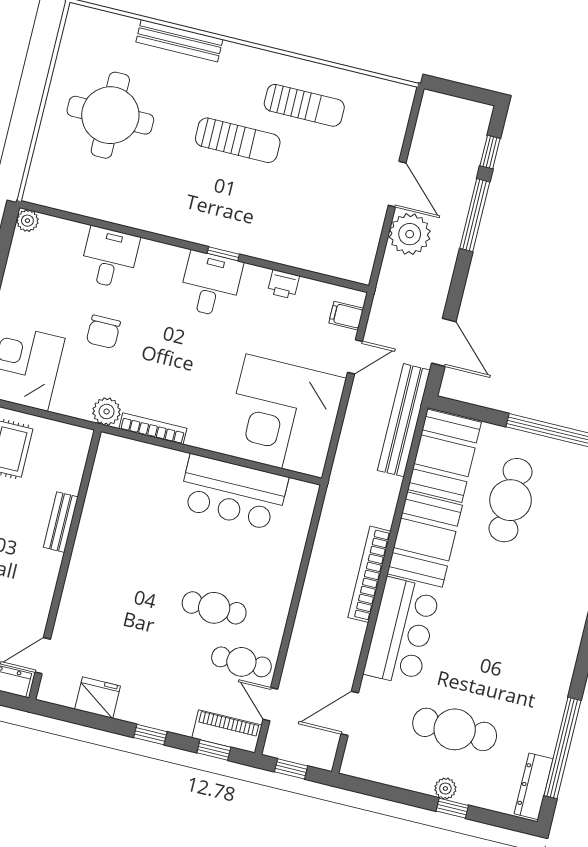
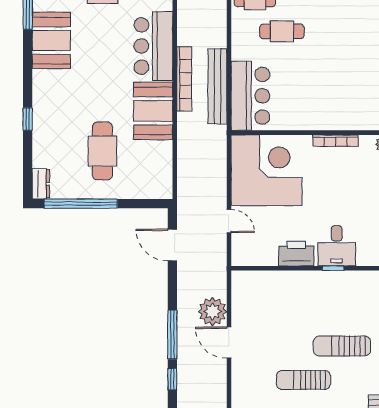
printer: (283, 284) -> (296, 254), width x1.87, depth x1.48
filing cabinet: (346, 316) -> (241, 247), removed
door: (355, 357) -> (229, 221), swing flipped
bench: (404, 420) -> (217, 86), moved
bookcase: (153, 429) -> (335, 141), moved
booth: (444, 456) -> (51, 40), moved
bar counter: (233, 492) -> (250, 96), moved, turned 90

